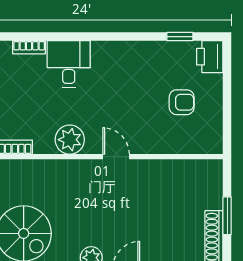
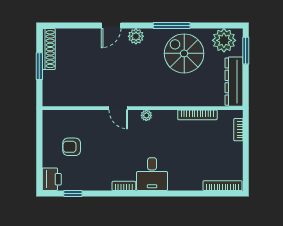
bookcase: (29, 47) -> (124, 186), moved
plant: (70, 140) -> (146, 115), width x0.53, depth x0.53

